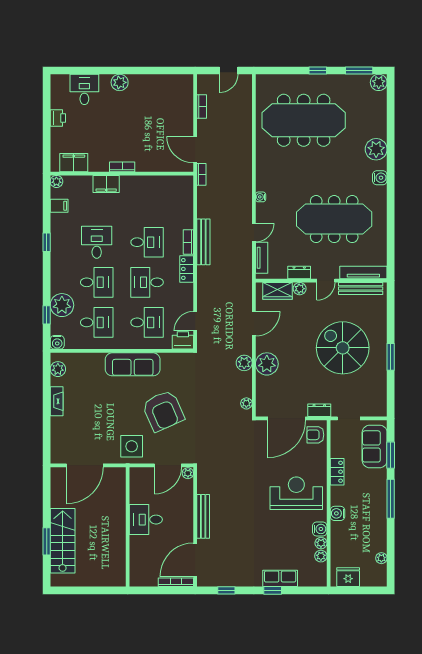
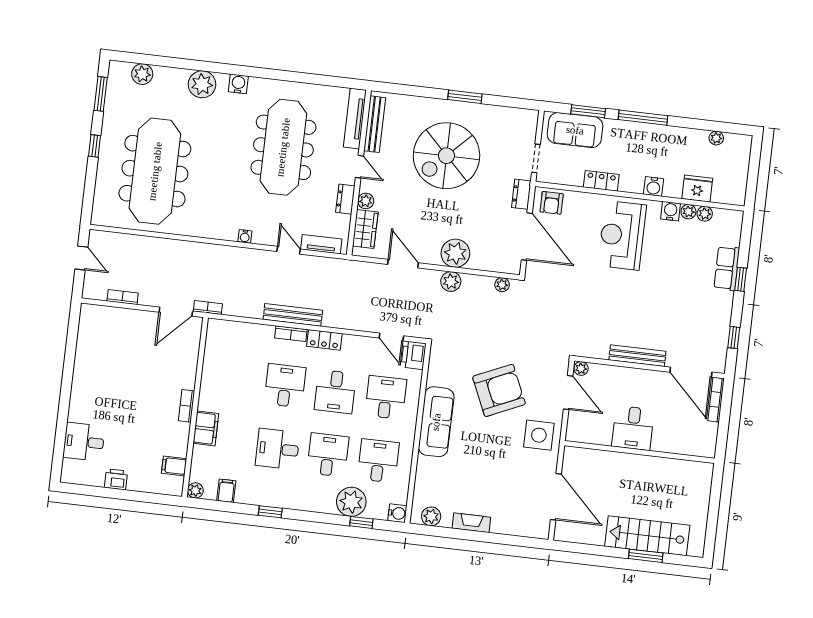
plant: (120, 82) -> (80, 397), removed
plant: (379, 82) -> (142, 74), moved
filing cabinet: (74, 163) -> (174, 466), width x0.50
fridge: (348, 577) -> (697, 189), moved, turned 90

